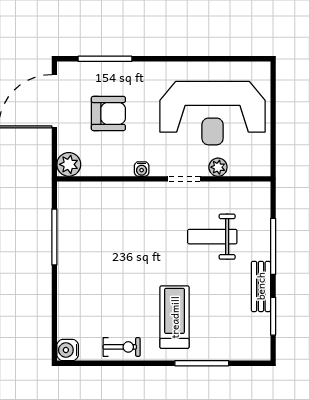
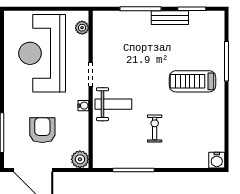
reception desk: (213, 113) -> (42, 53), turned 180
plant: (218, 167) -> (82, 28), moved
weight bench: (212, 237) -> (113, 104), moved, turned -90
exercise bike: (122, 347) -> (155, 128), moved

